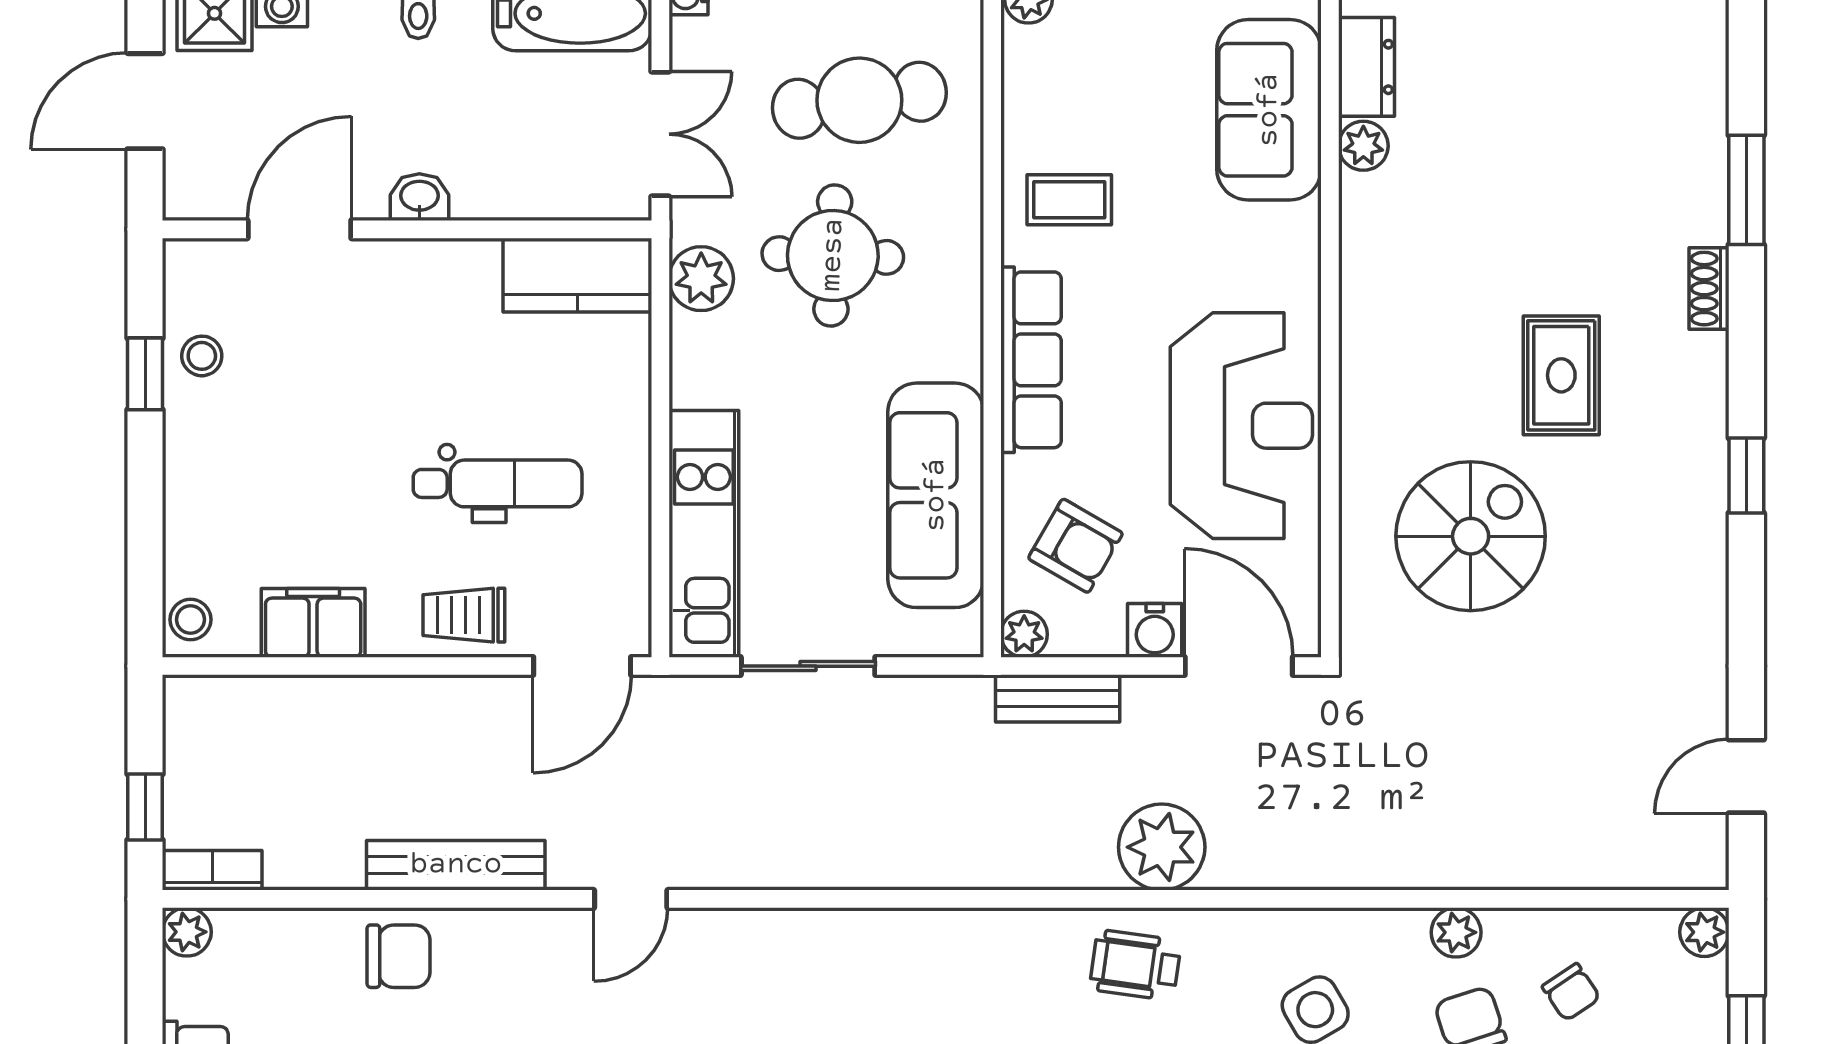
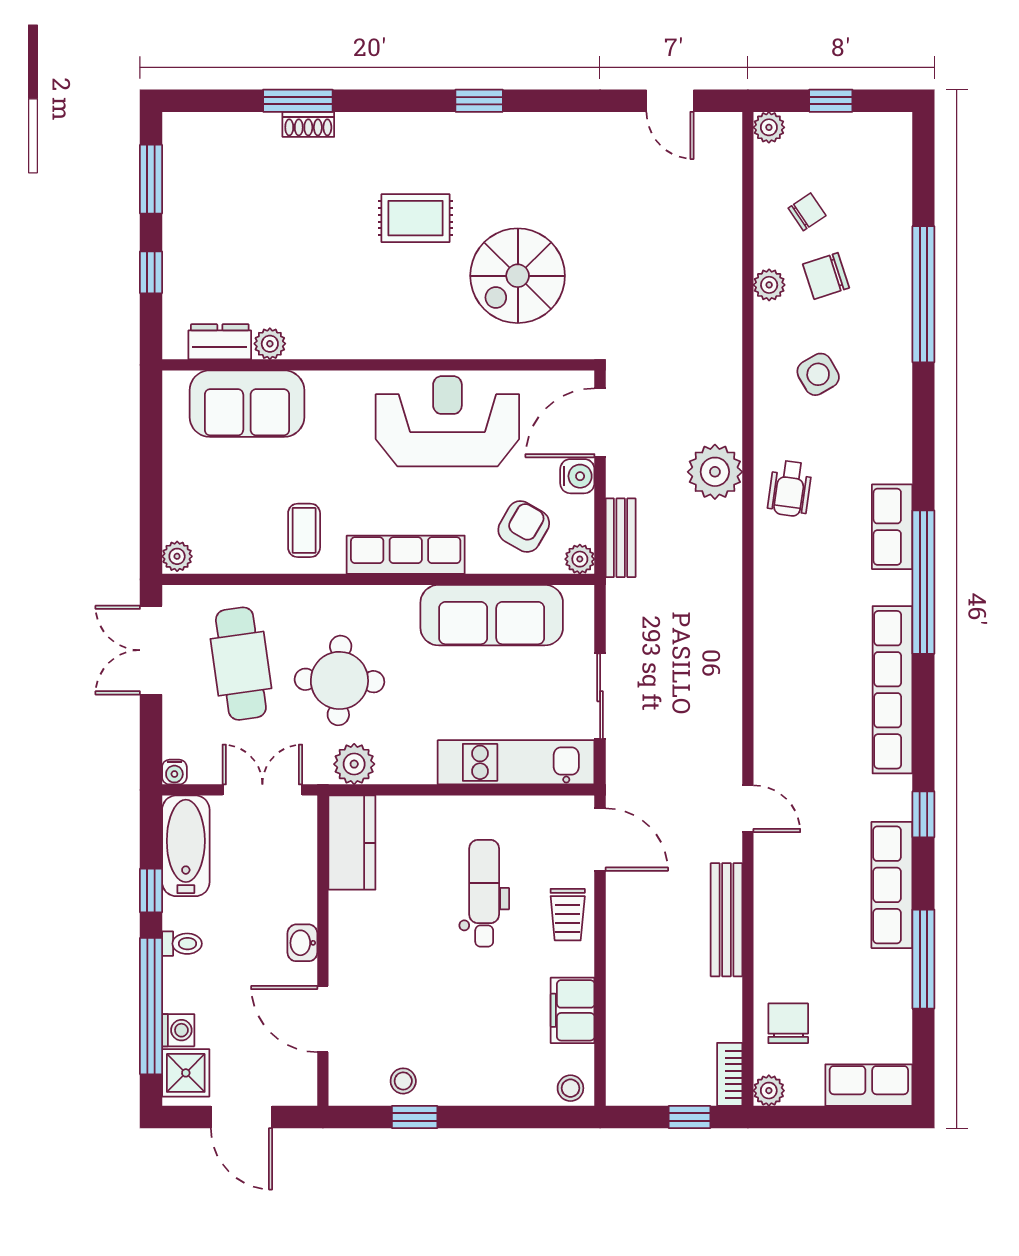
shoe rack: (1709, 289) -> (308, 124), moved
spiral stairs: (1471, 536) -> (518, 276), turned -90
chair: (399, 956) -> (788, 1023), moved

